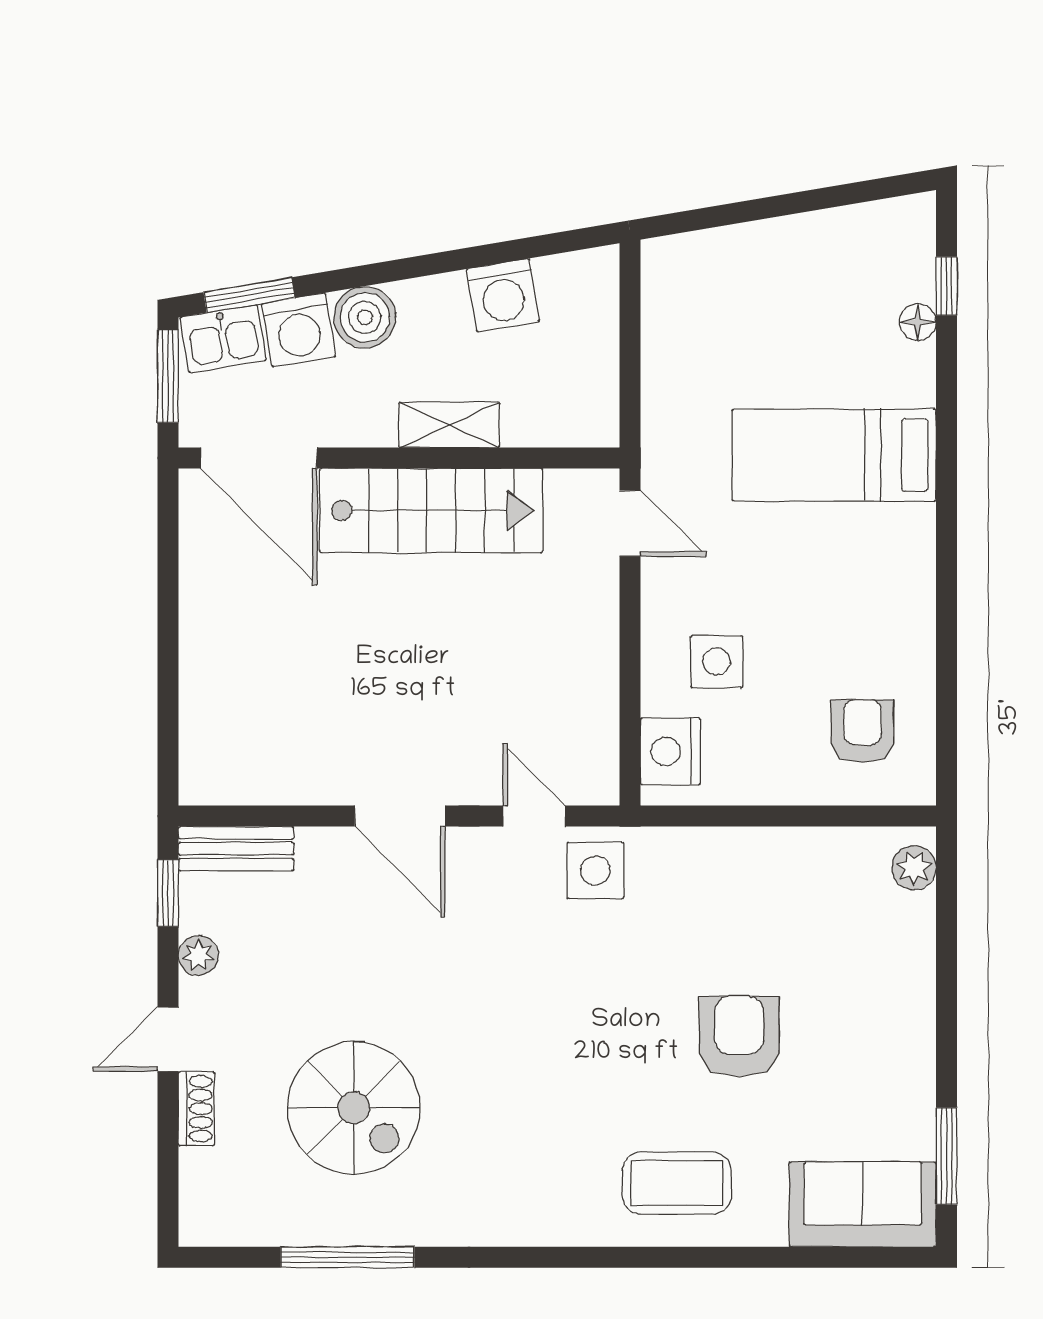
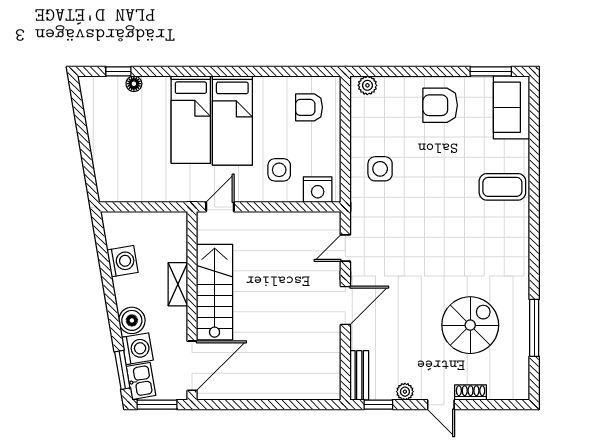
bed: (832, 552) -> (232, 120), added
side table: (595, 871) -> (380, 169), moved
armchair: (739, 1037) -> (440, 105), moved
coffee table: (677, 1183) -> (502, 187), turned 90

